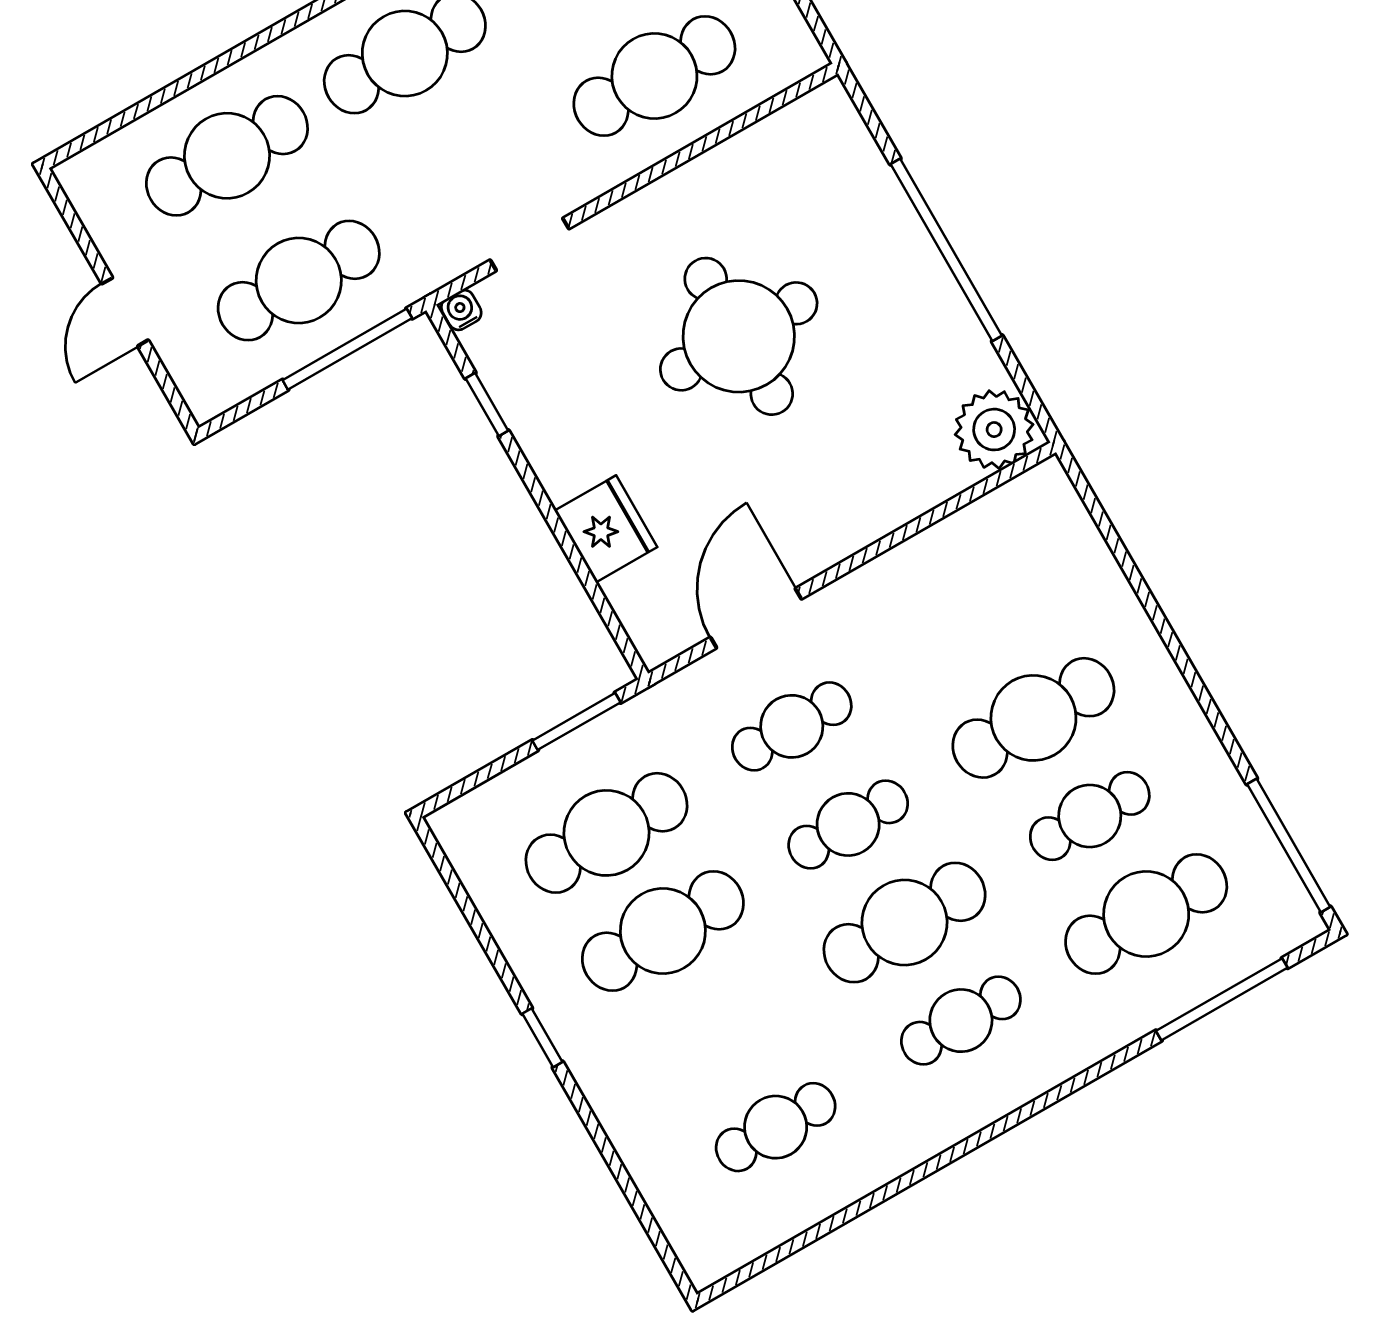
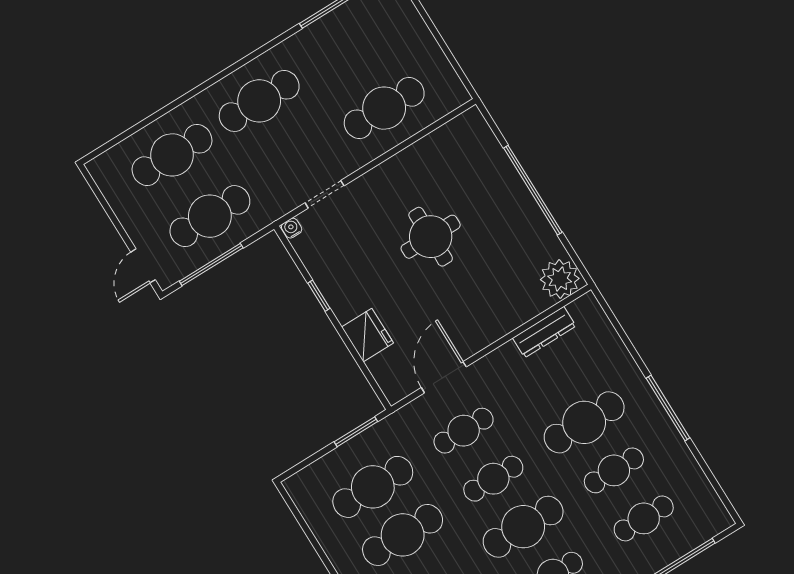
door: (125, 312) -> (143, 266), moved
round table: (739, 336) -> (431, 237), width x0.73, depth x0.73
window: (347, 349) -> (211, 264), moved
window: (487, 404) -> (319, 296), moved
dresser: (960, 535) -> (544, 332), added
window: (1289, 845) -> (668, 408), moved
cafe table: (1146, 914) -> (644, 518), width x0.73, depth x0.74

